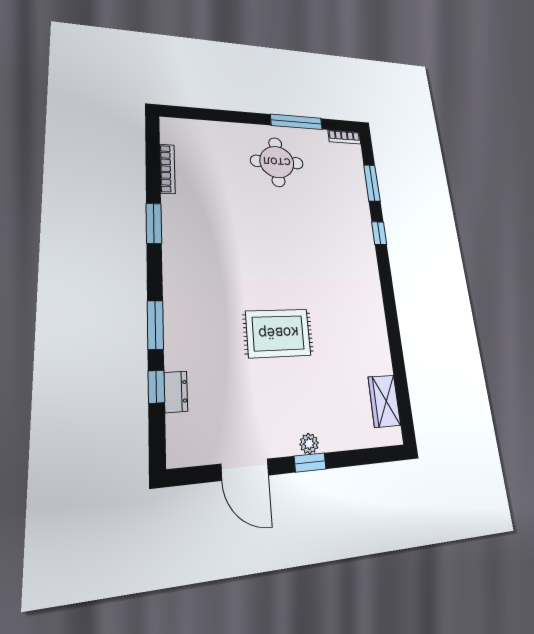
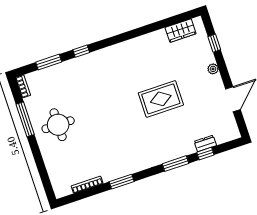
rug: (278, 333) -> (161, 99), turned 90
window: (310, 462) -> (214, 43), moved

